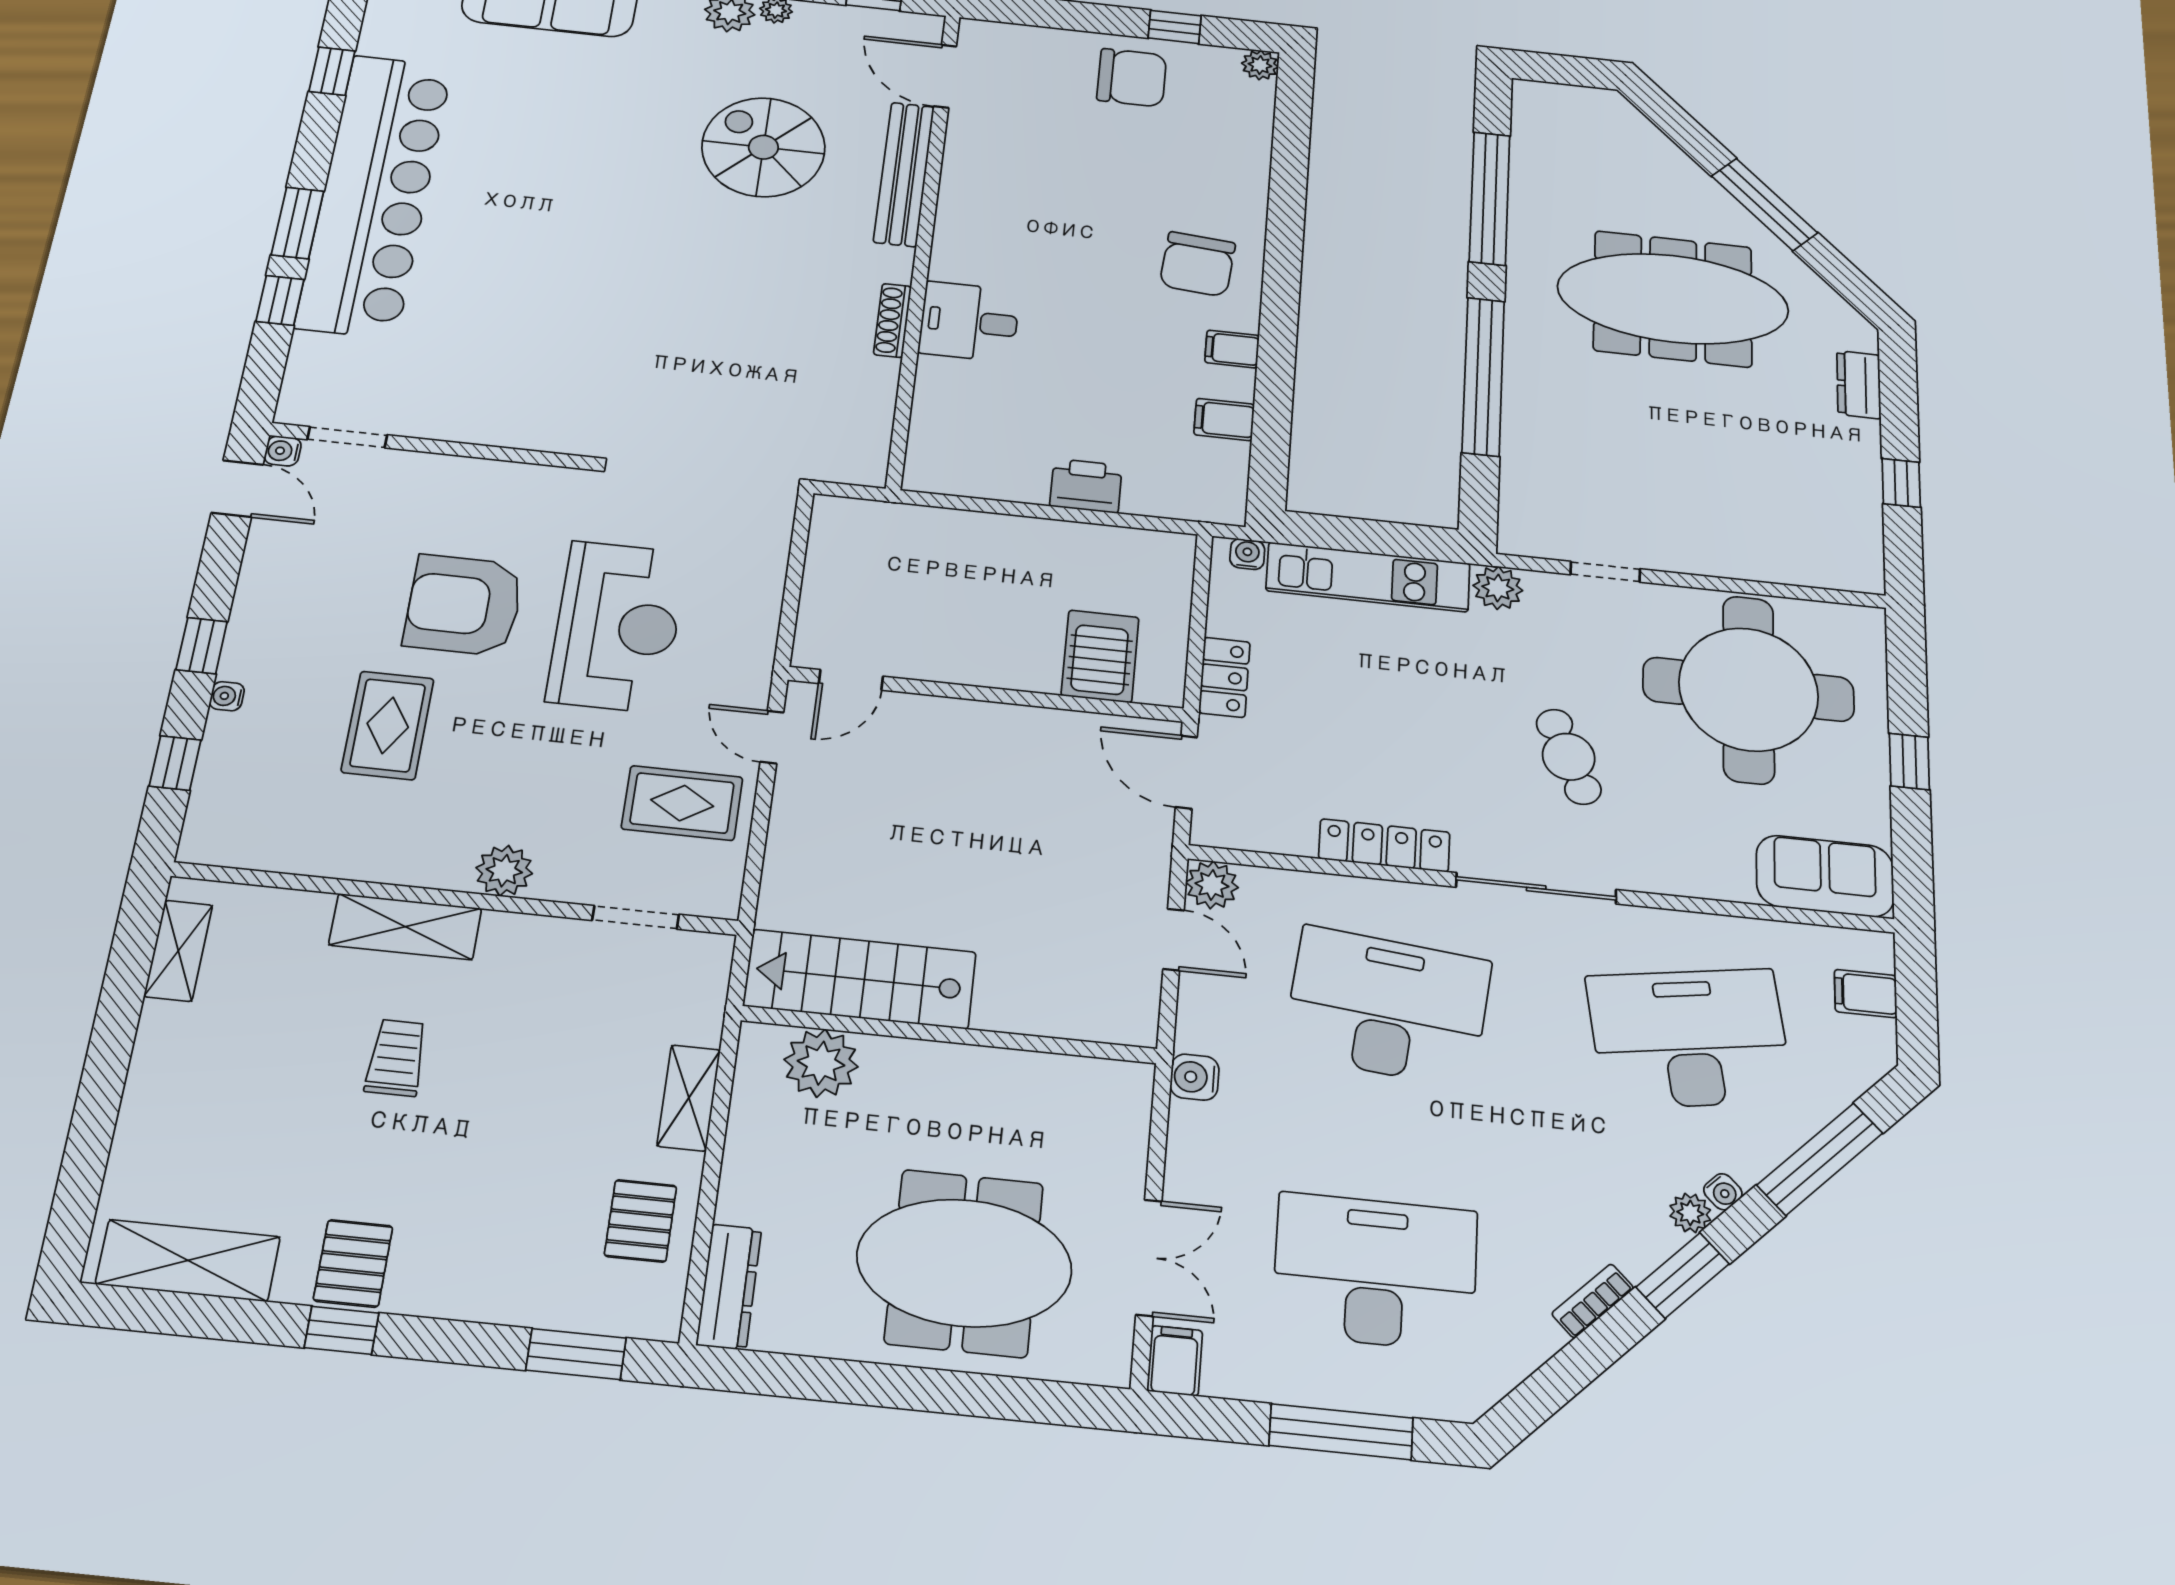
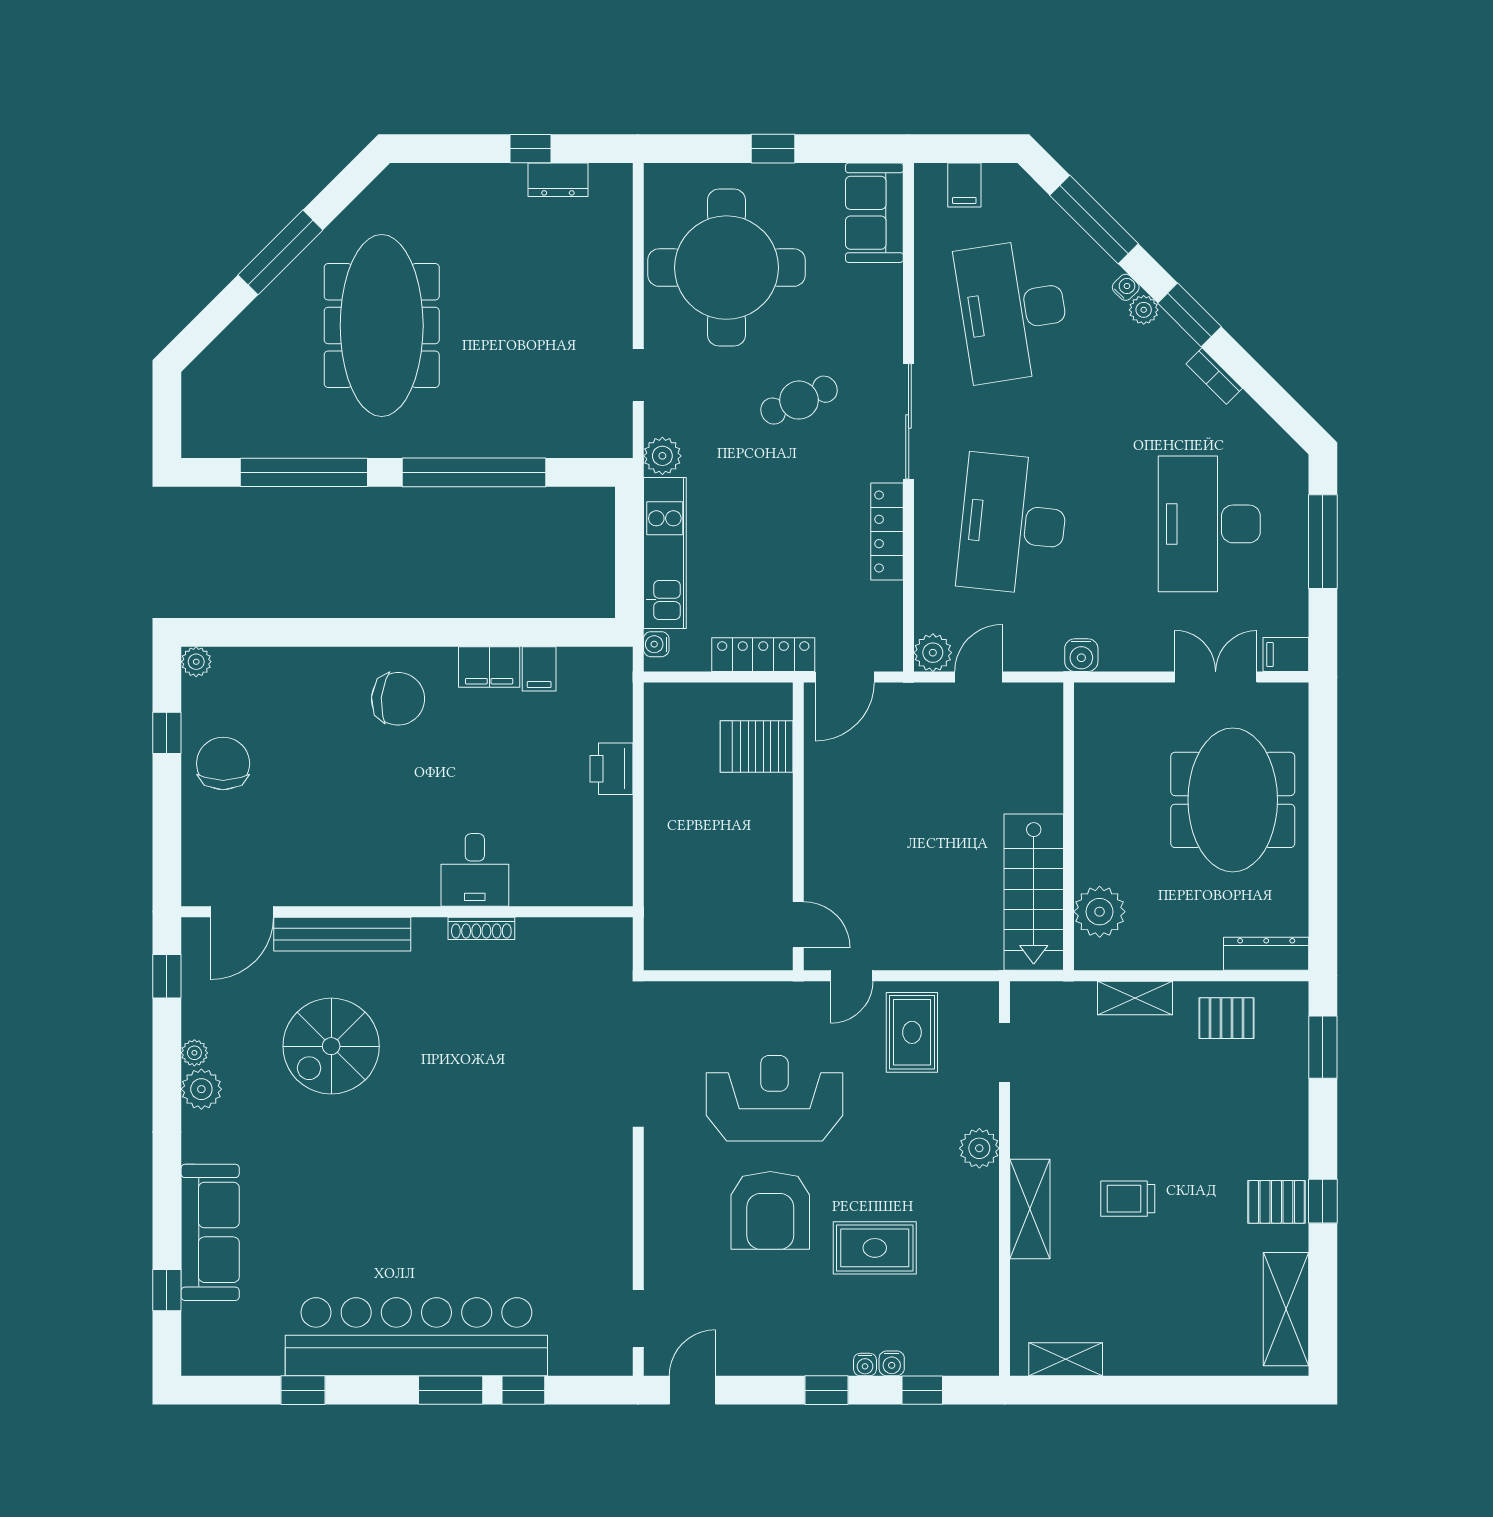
filing cabinet: (1232, 349) -> (489, 667), width x2.00
dresser: (1859, 385) -> (558, 180), moved
water cooler: (283, 451) -> (892, 1363), moved
locker: (1224, 677) -> (763, 655), width x1.53

